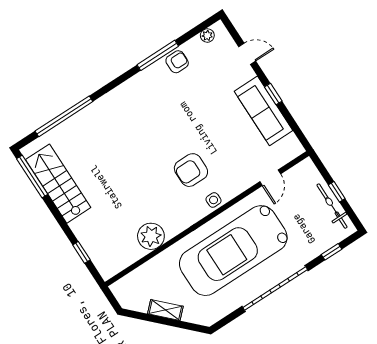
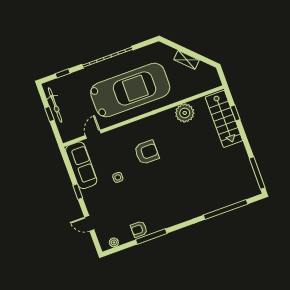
sofa: (263, 111) -> (81, 165), moved
stairs: (58, 184) -> (224, 119), moved
side table: (214, 200) -> (118, 177), moved

